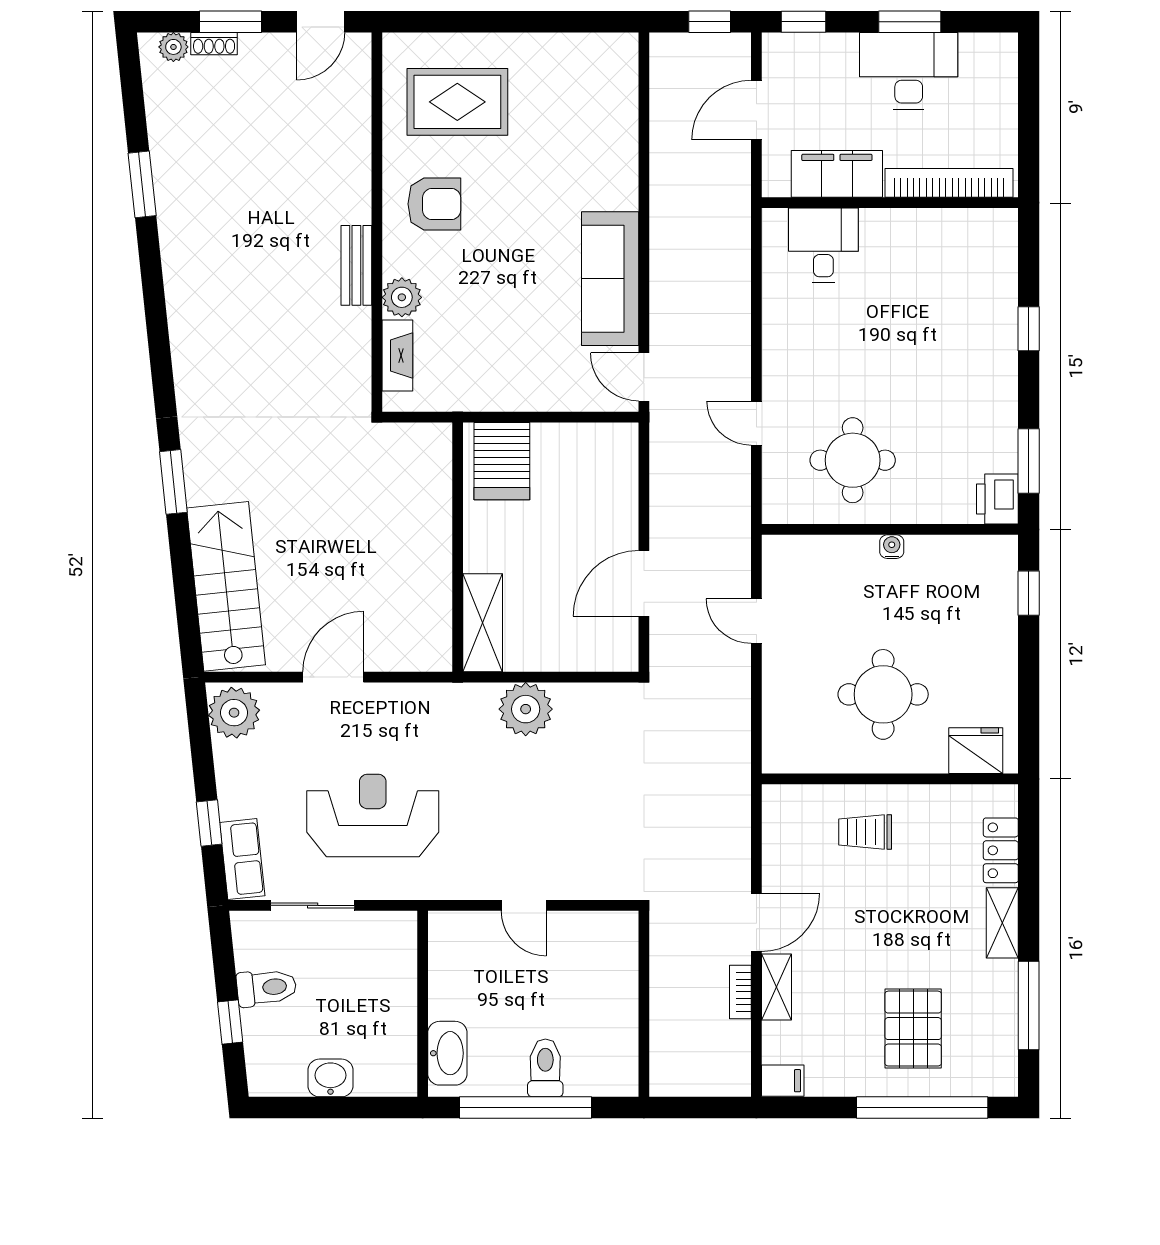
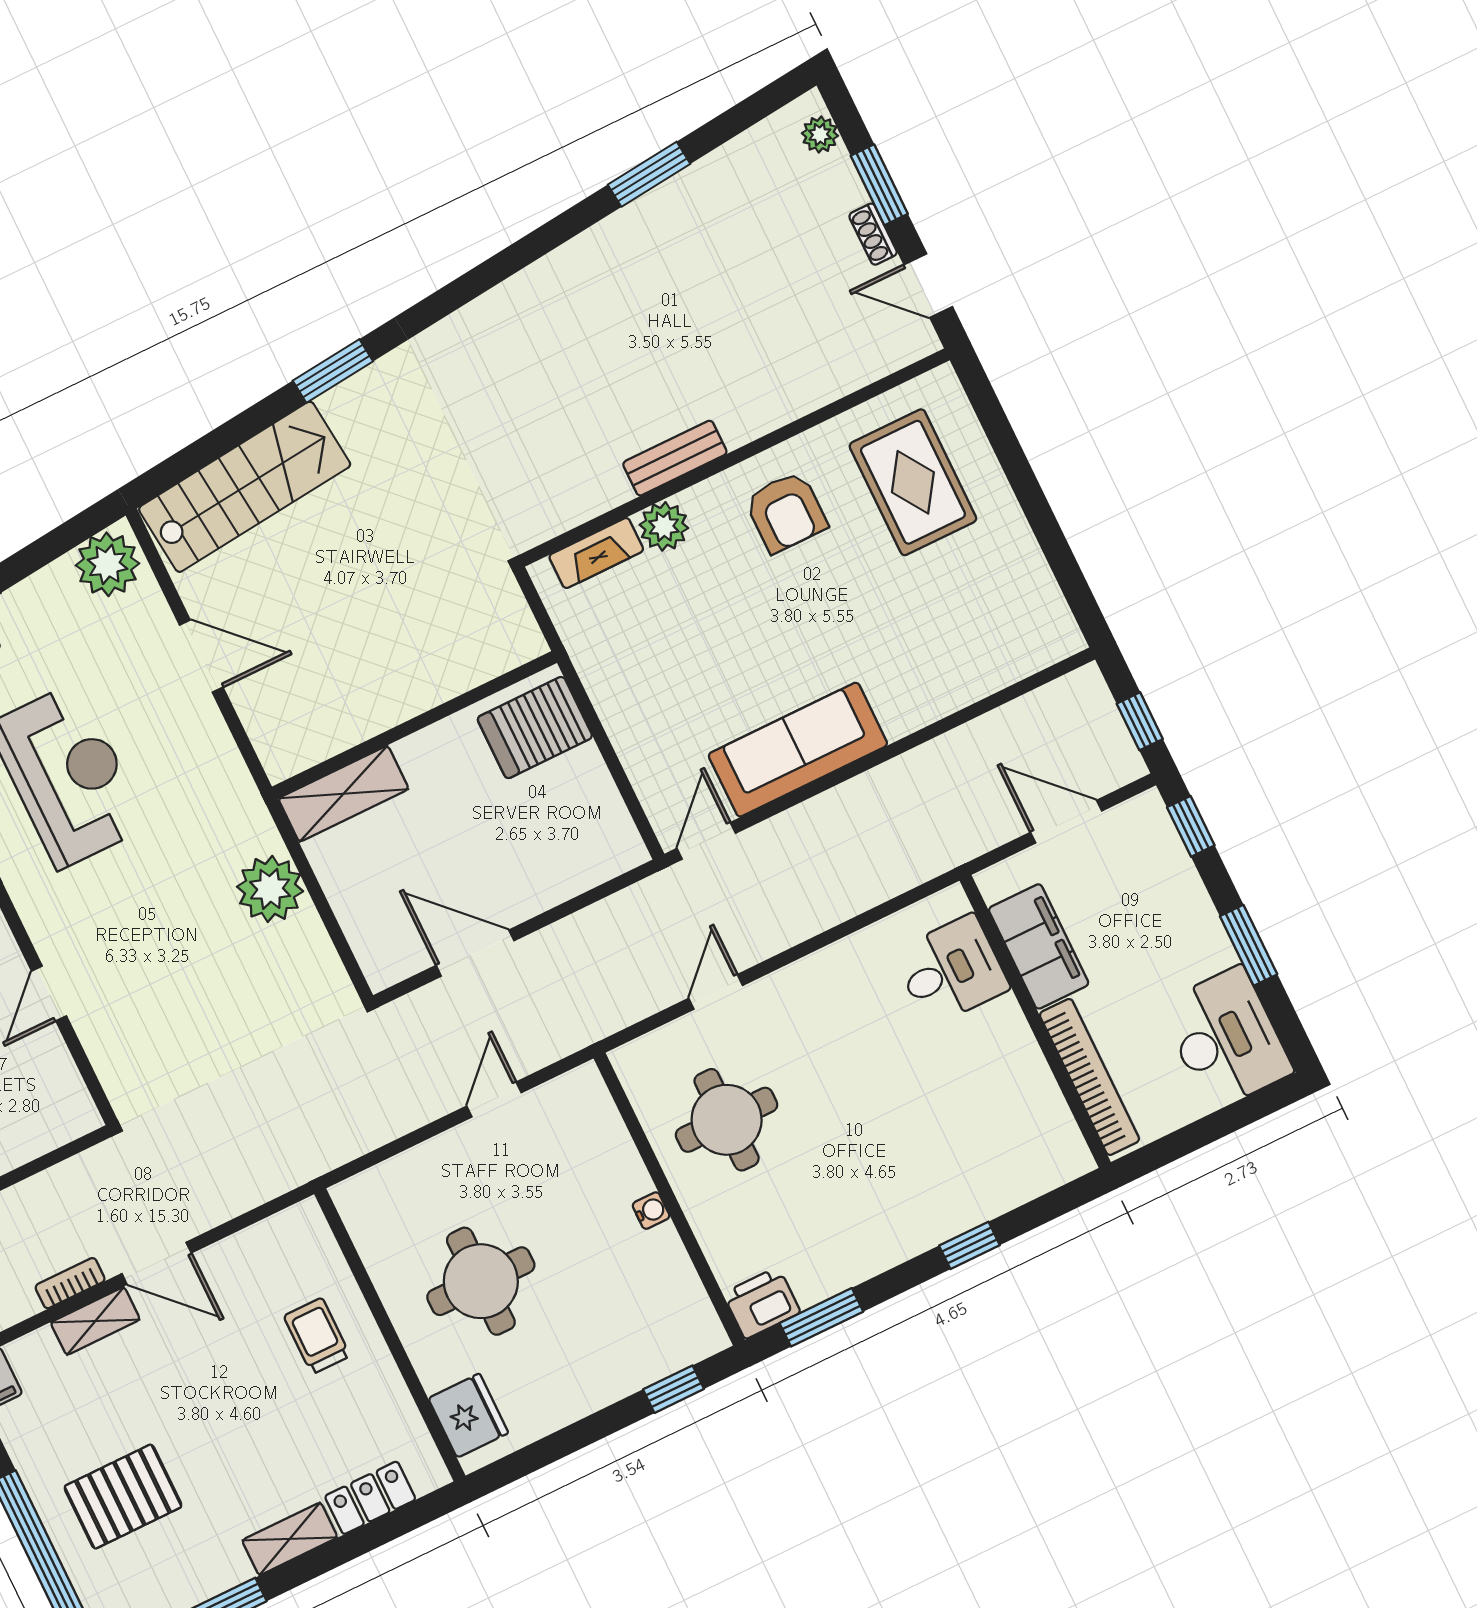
shoe rack: (214, 44) -> (873, 234), moved
desk: (909, 71) -> (1226, 1038), moved

